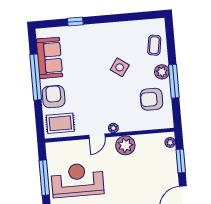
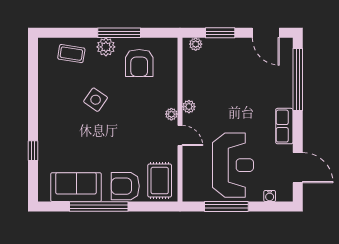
plant: (125, 145) -> (189, 107), width x0.53, depth x0.53
reception desk: (77, 180) -> (233, 165), turned 180

